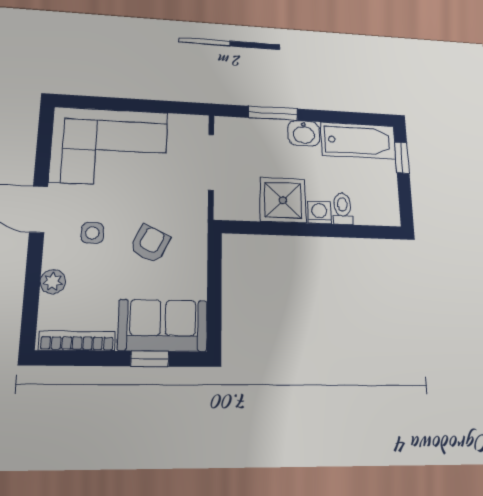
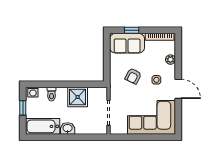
window: (273, 113) -> (81, 137), removed
window: (402, 158) -> (23, 108), moved
washing machine: (319, 212) -> (33, 92), moved

